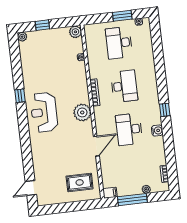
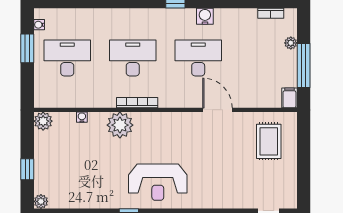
desk: (119, 43) -> (67, 58), turned 180
plant: (82, 112) -> (120, 125), moved
desk: (129, 129) -> (198, 58), turned 180

